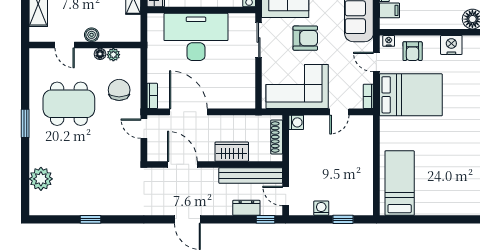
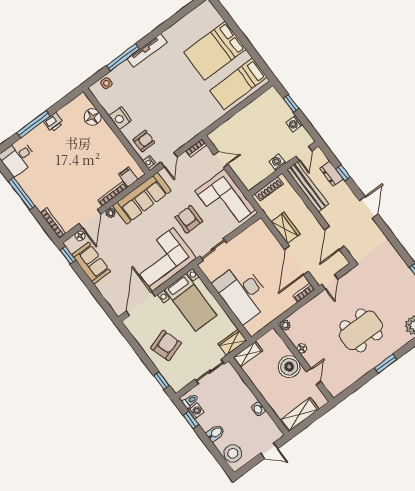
boiler: (92, 35) -> (289, 367), width x1.86, depth x1.86
plant: (113, 55) -> (285, 325), moved
chair: (119, 90) -> (316, 318), removed
bed: (411, 95) -> (215, 51), moved, turned -90
dining table: (69, 104) -> (361, 330), moved, turned 90
washing machine: (296, 122) -> (277, 162), moved
wardrobe: (232, 152) -> (286, 228), moved, turned 180
window: (266, 219) -> (343, 173), moved

